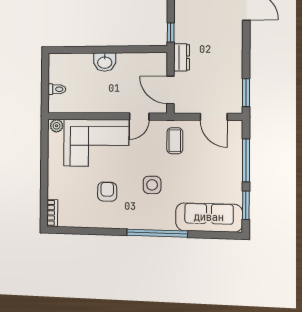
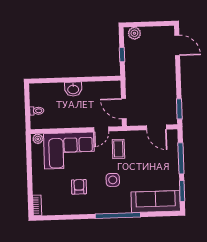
window: (171, 33) -> (122, 55), moved
dresser: (182, 57) -> (131, 84), removed
coffee table: (175, 141) -> (118, 149), moved

